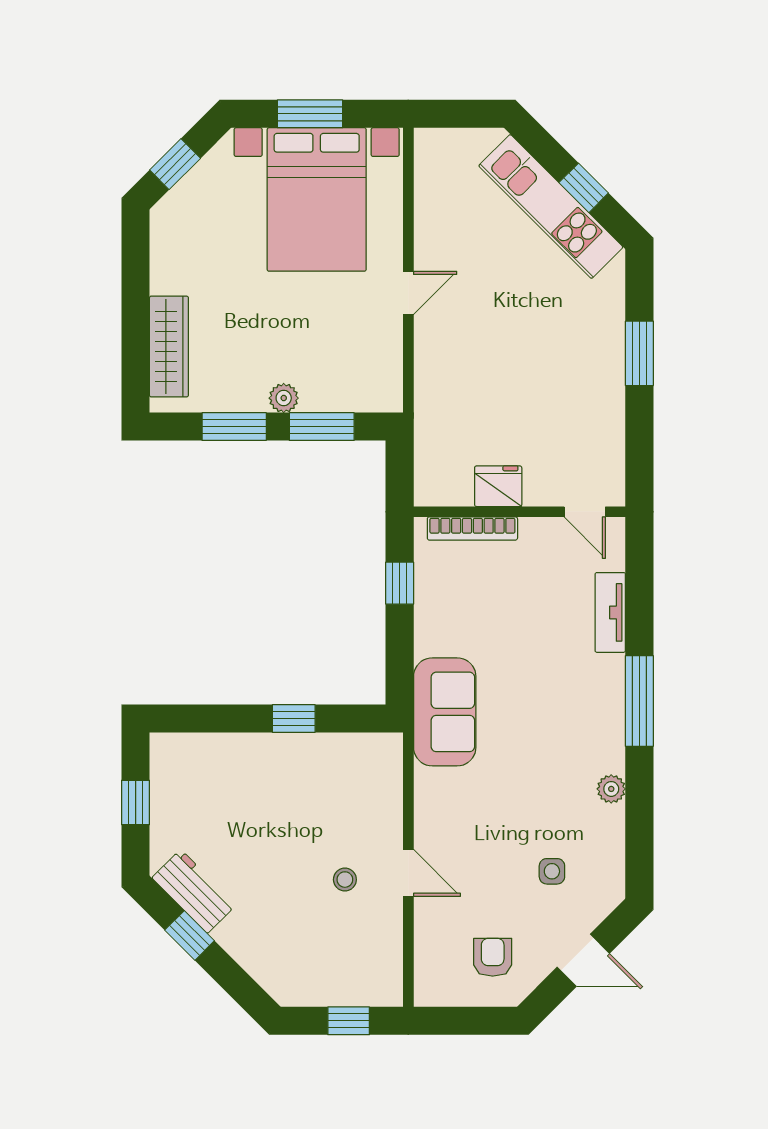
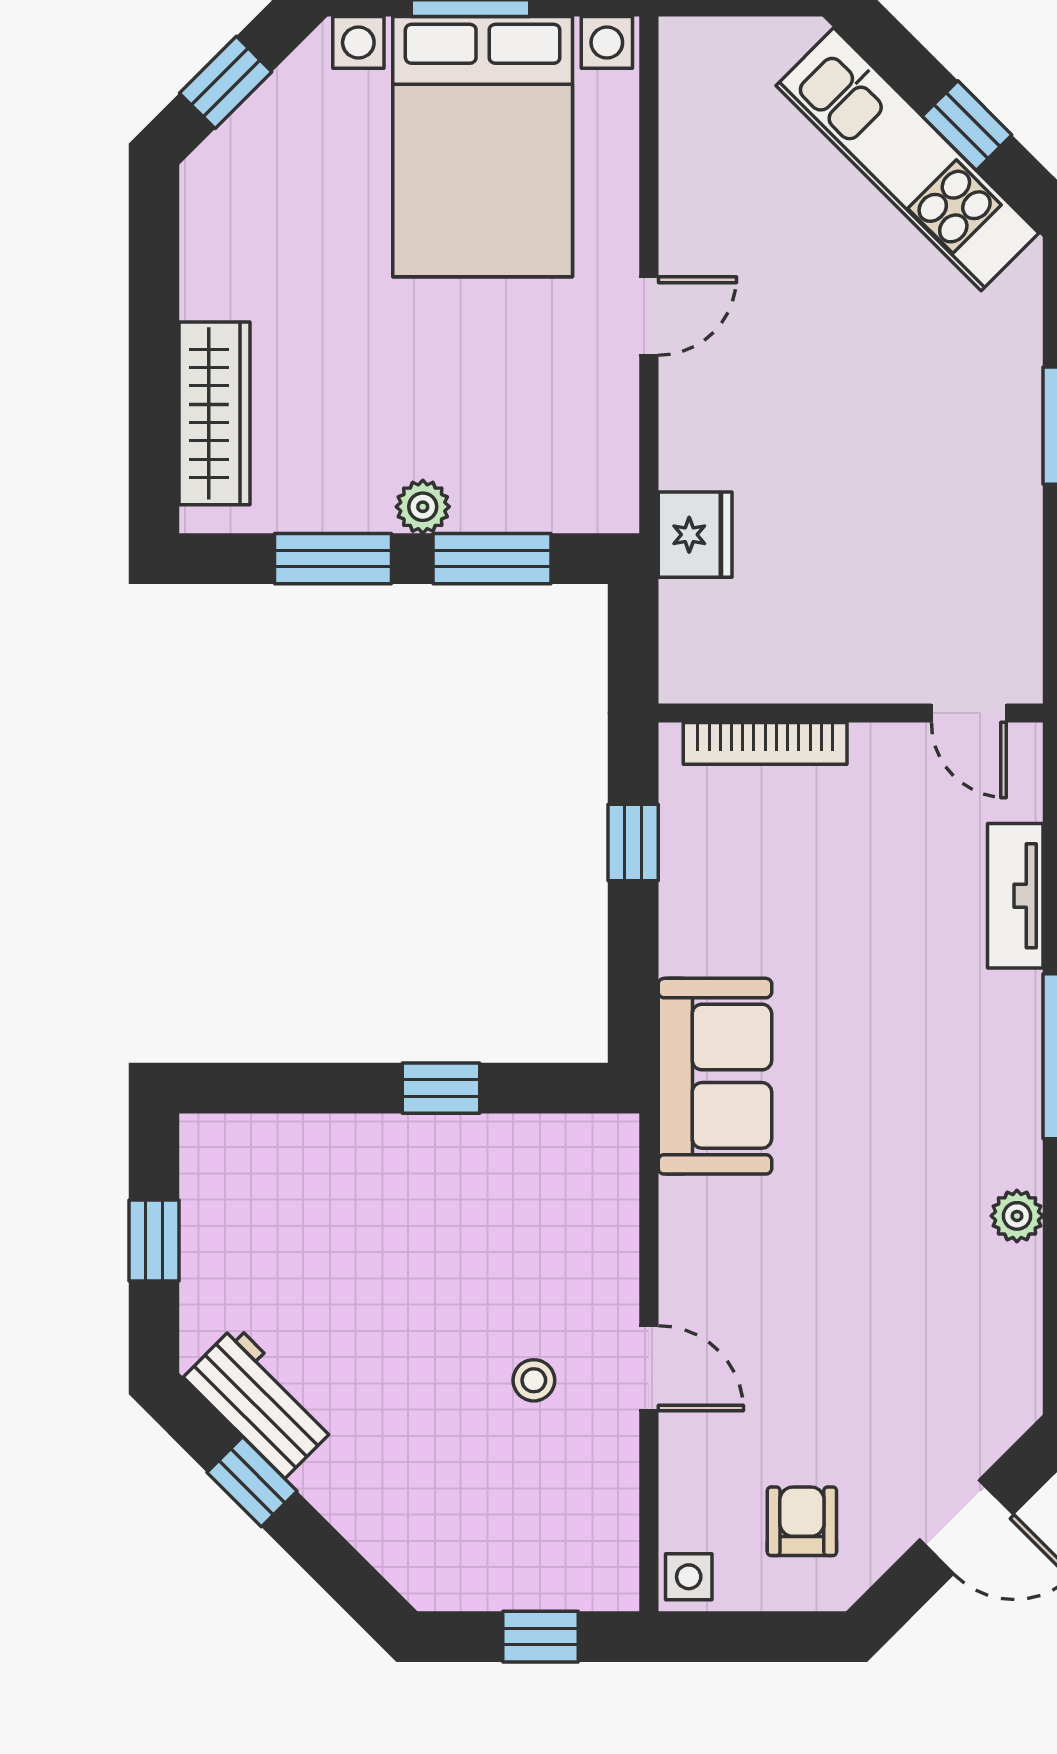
fridge: (498, 486) -> (695, 535), moved, turned 90
side table: (552, 871) -> (689, 1577), moved

